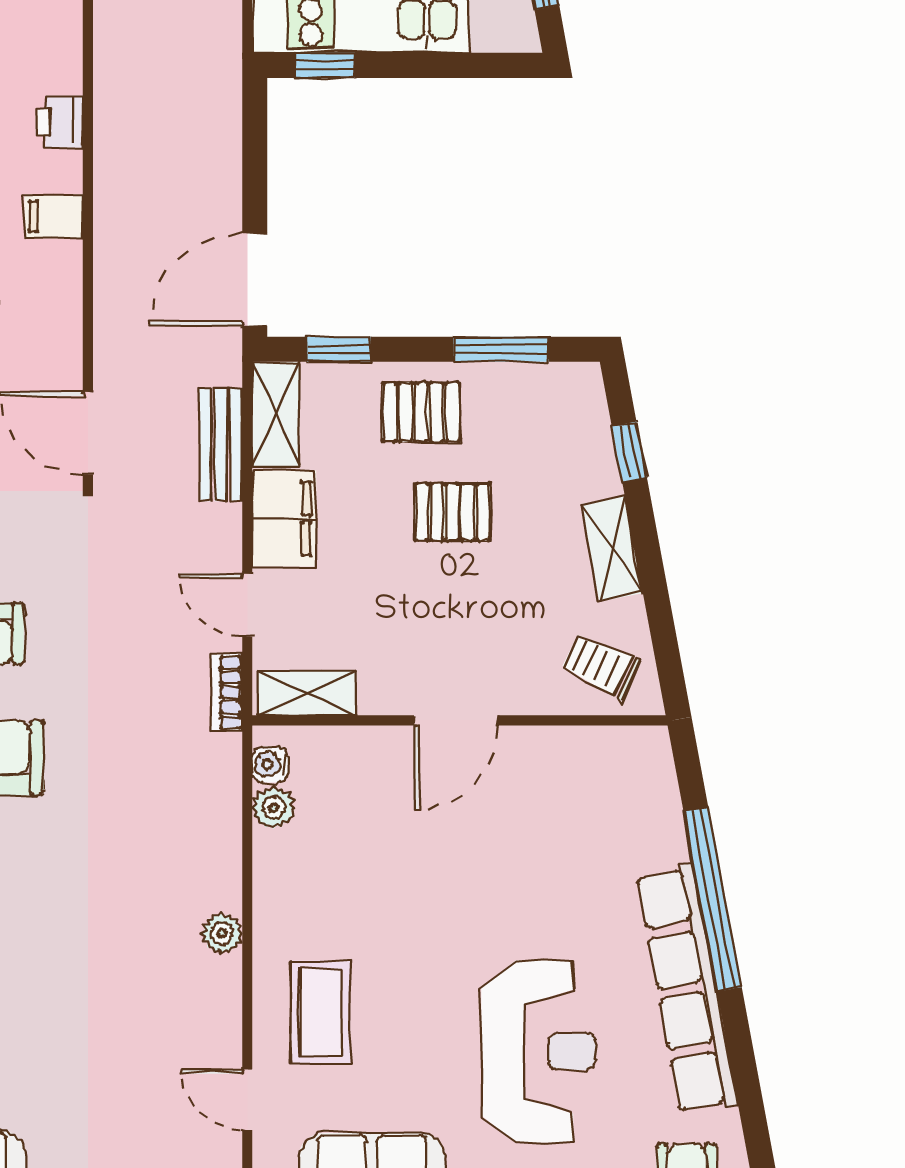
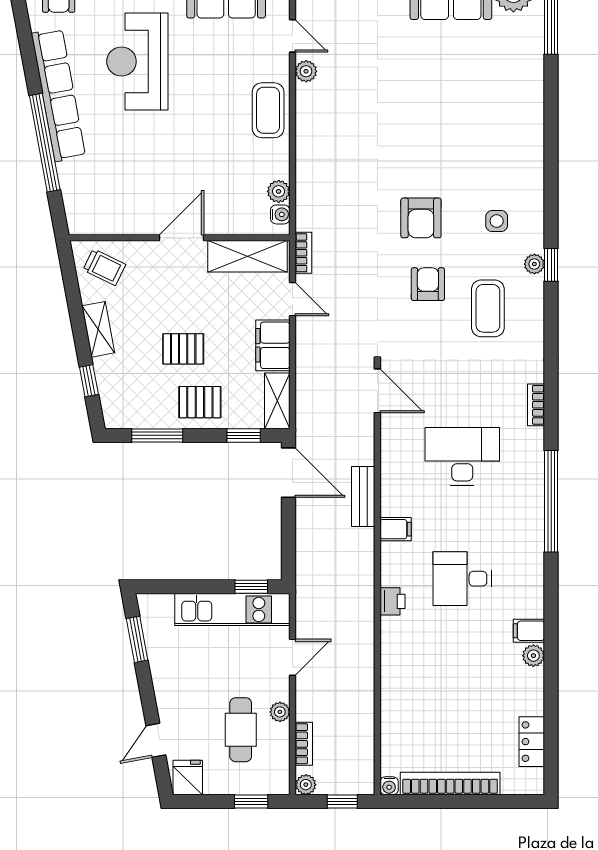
printer: (59, 122) -> (392, 601), moved
filing cabinet: (54, 216) -> (396, 529), moved
door: (255, 279) -> (288, 473), hinge flipped
bench: (221, 445) -> (363, 497), moved
shelving: (307, 693) -> (248, 256), width x1.50, depth x1.33
plant: (222, 933) -> (306, 71), moved
coffee table: (321, 1012) -> (268, 110), moved

